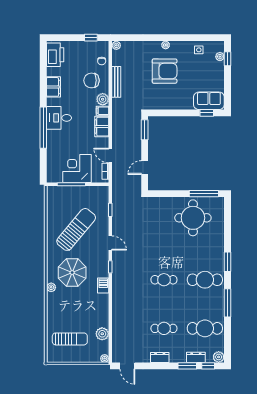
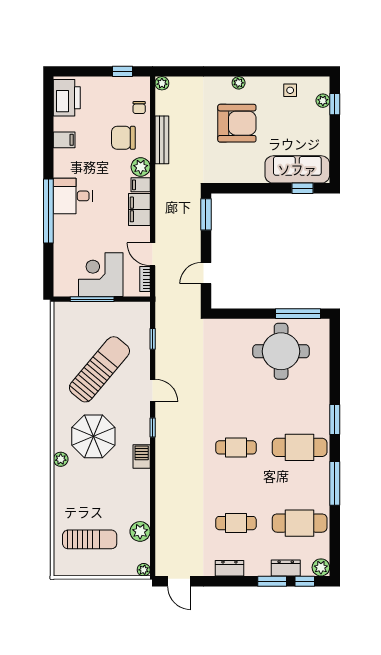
filing cabinet: (53, 87) -> (64, 140), width x0.50
sofa: (209, 101) -> (297, 169), width x1.36

